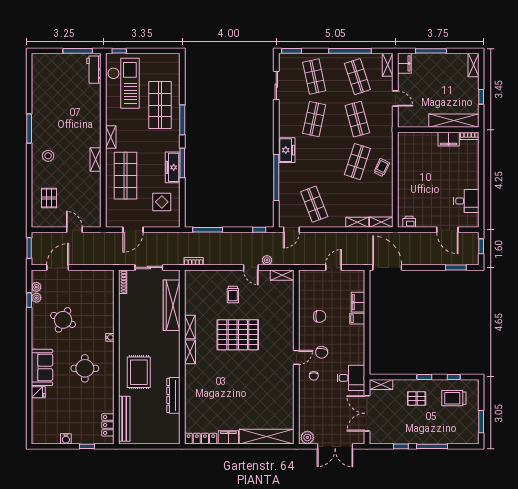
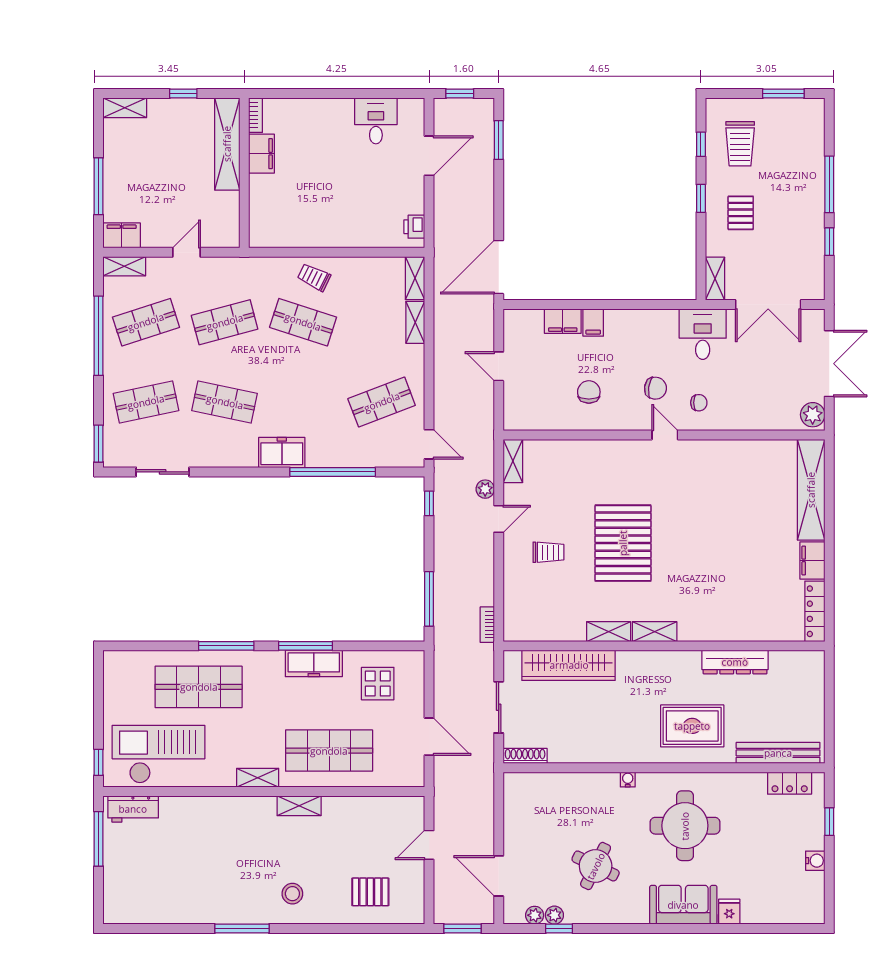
round table: (85, 368) -> (685, 826), width x1.36, depth x1.36

